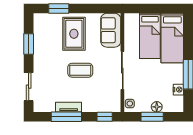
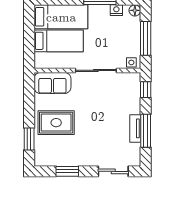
coffee table: (80, 70) -> (95, 116), removed
floor lamp: (157, 107) -> (135, 10), moved
window: (152, 117) -> (146, 38), width x1.44

